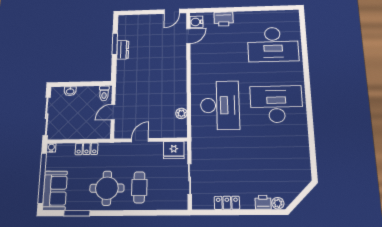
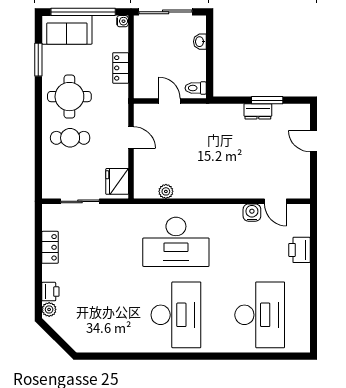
door: (172, 11) -> (313, 141), moved
water cooler: (196, 22) -> (252, 213), moved
desk: (273, 44) -> (260, 315), turned 180

